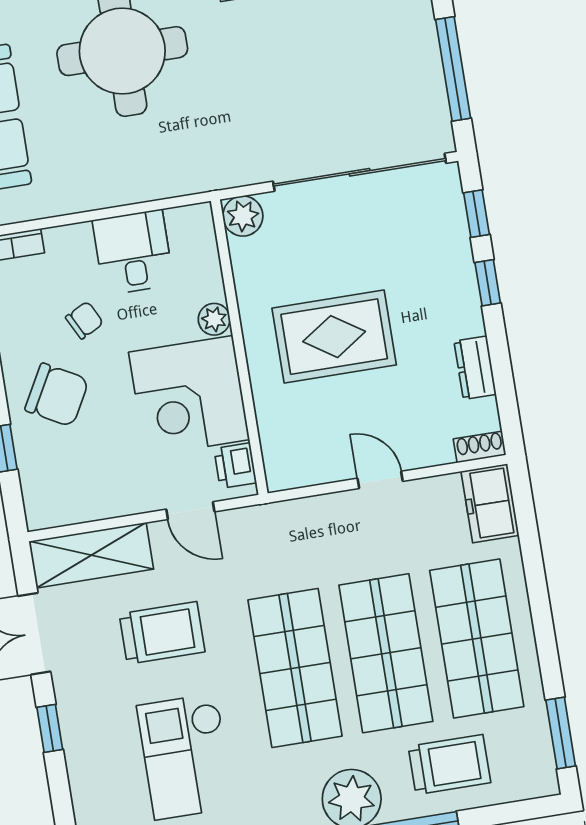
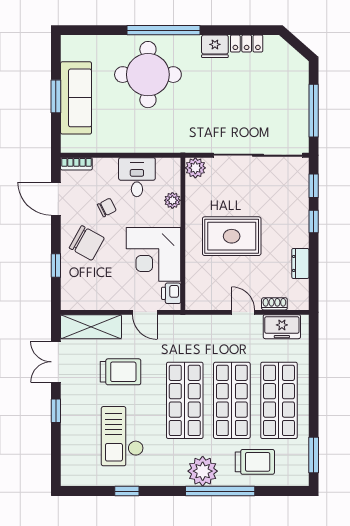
plant: (214, 319) -> (172, 200), moved
shoe rack: (480, 447) -> (274, 304), moved
freezer: (490, 503) -> (282, 327), moved, turned -90

